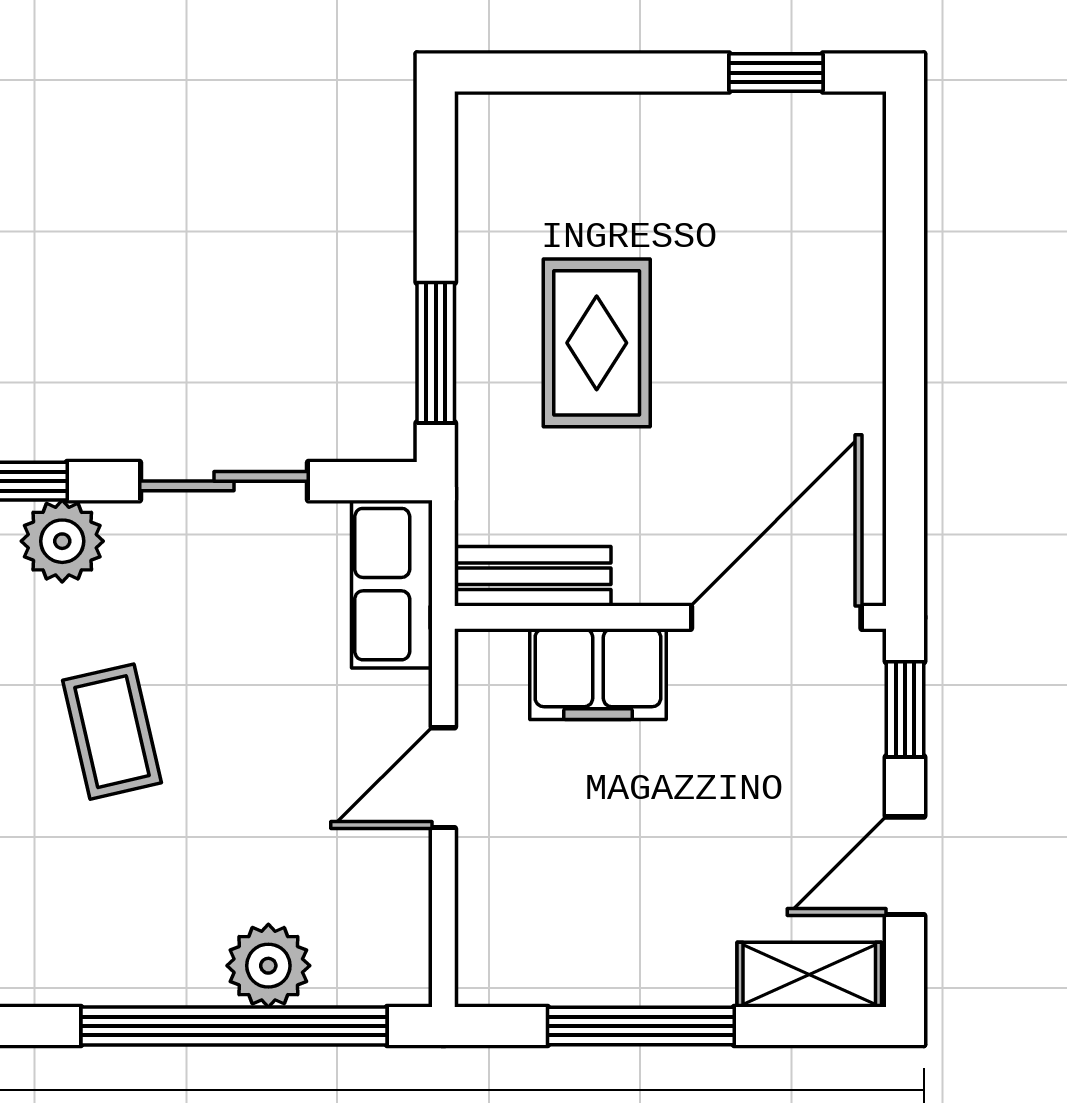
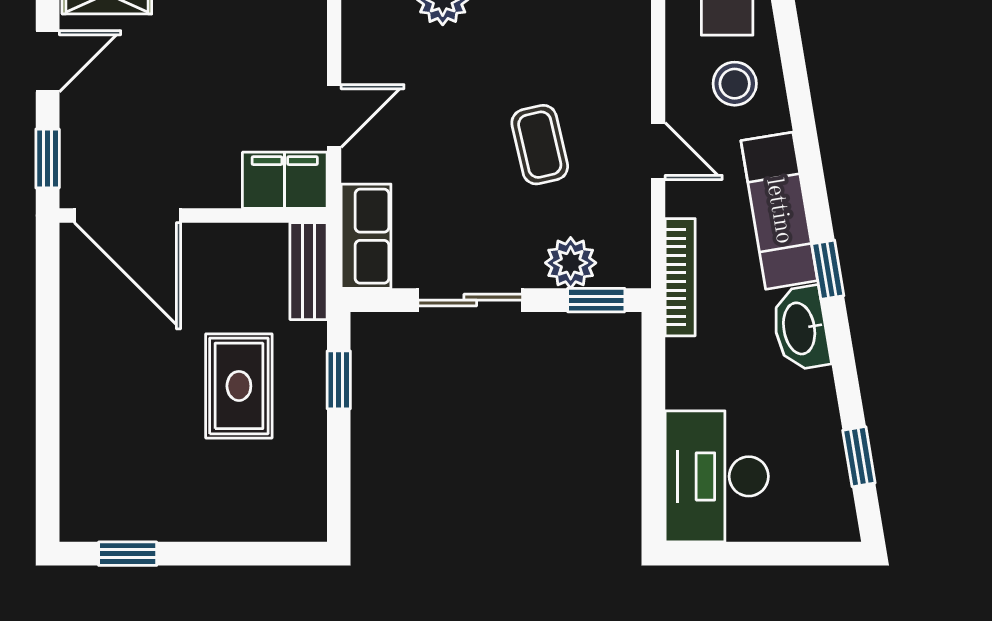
window: (436, 353) -> (339, 380), width x0.67
bench: (533, 576) -> (308, 271), moved, turned 90
door: (776, 617) -> (127, 216), hinge flipped
filing cabinet: (598, 674) -> (285, 180), moved

